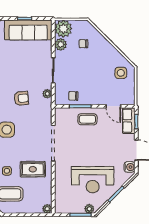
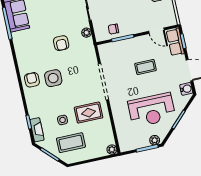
armchair: (21, 98) -> (61, 43), turned 96
coffee table: (87, 119) -> (146, 67), moved

